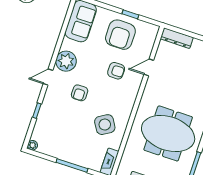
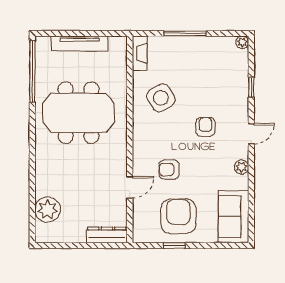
plant: (66, 61) -> (242, 167), width x0.53, depth x0.53

